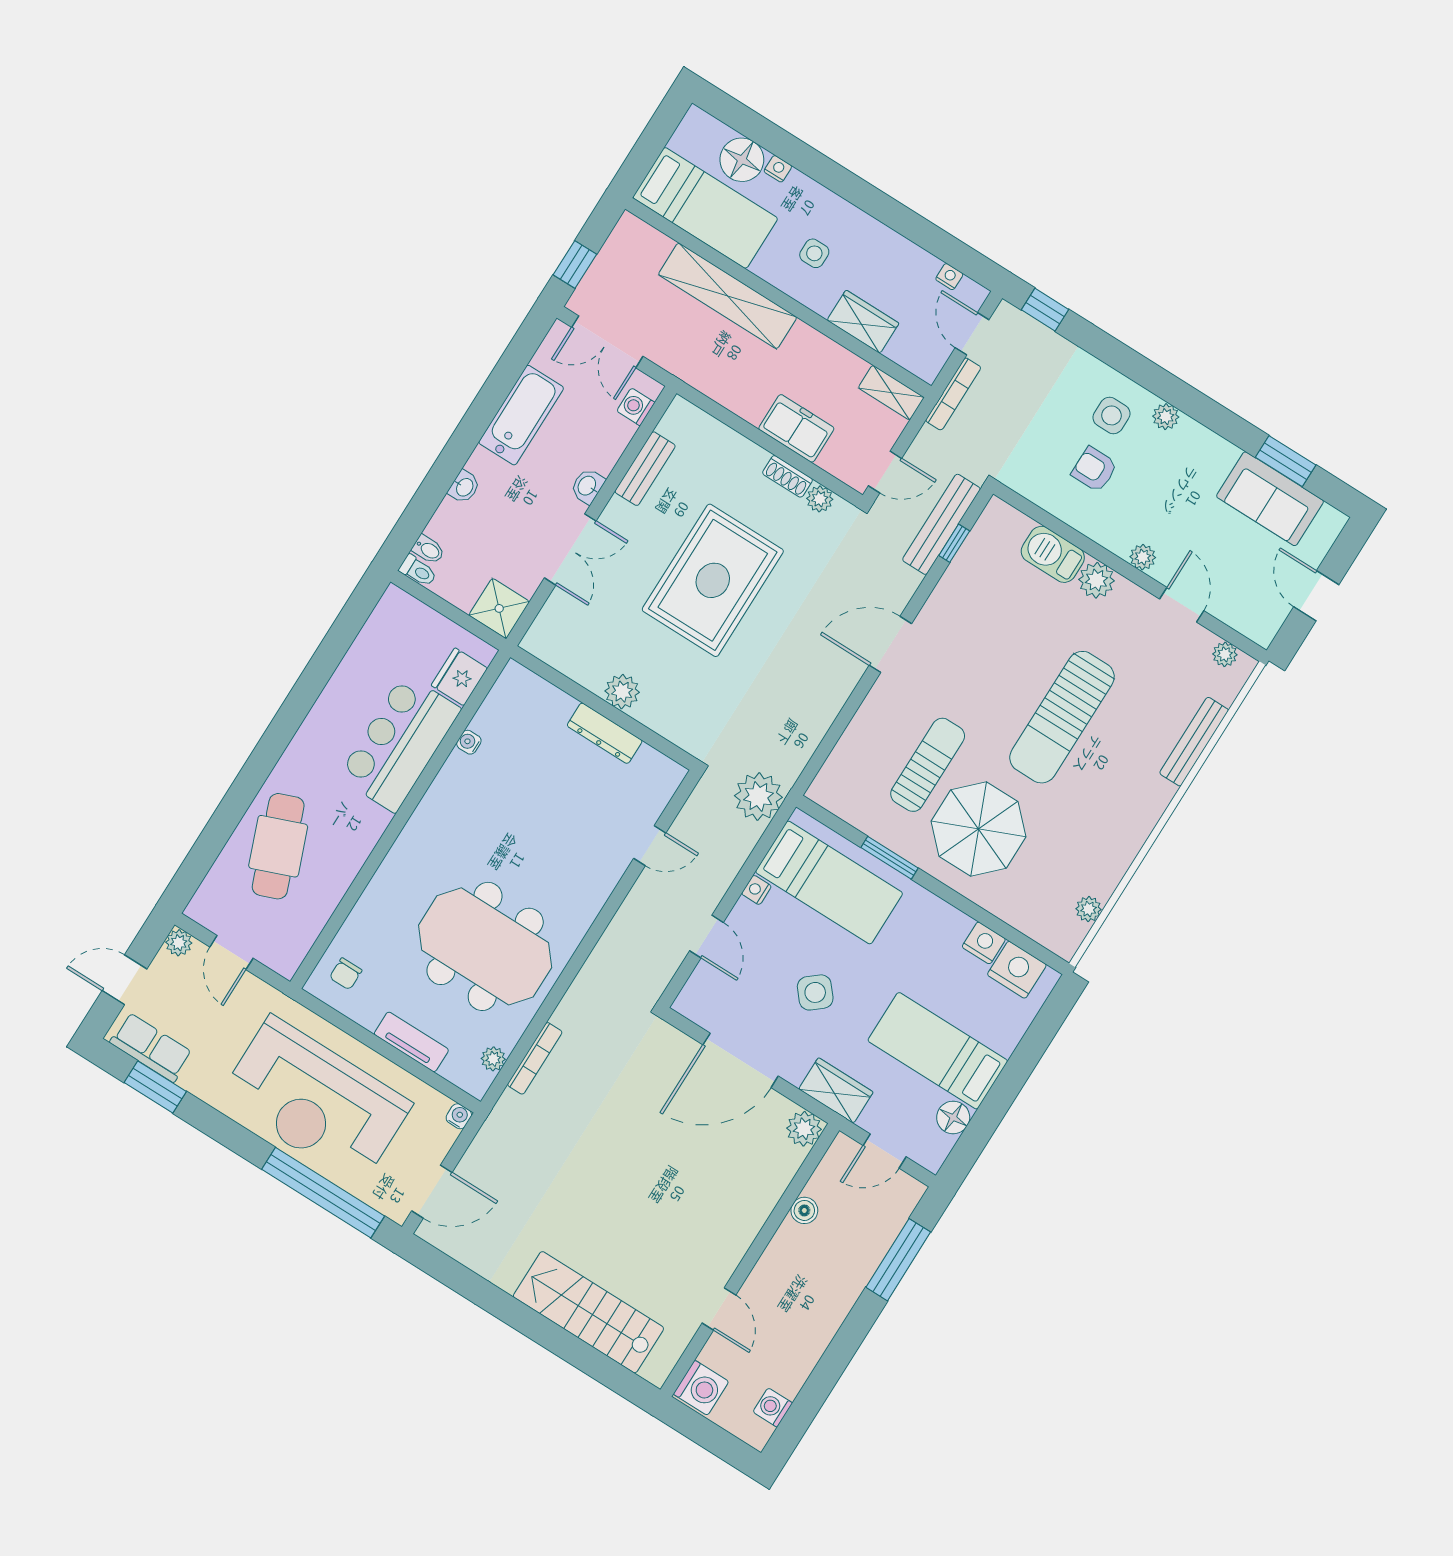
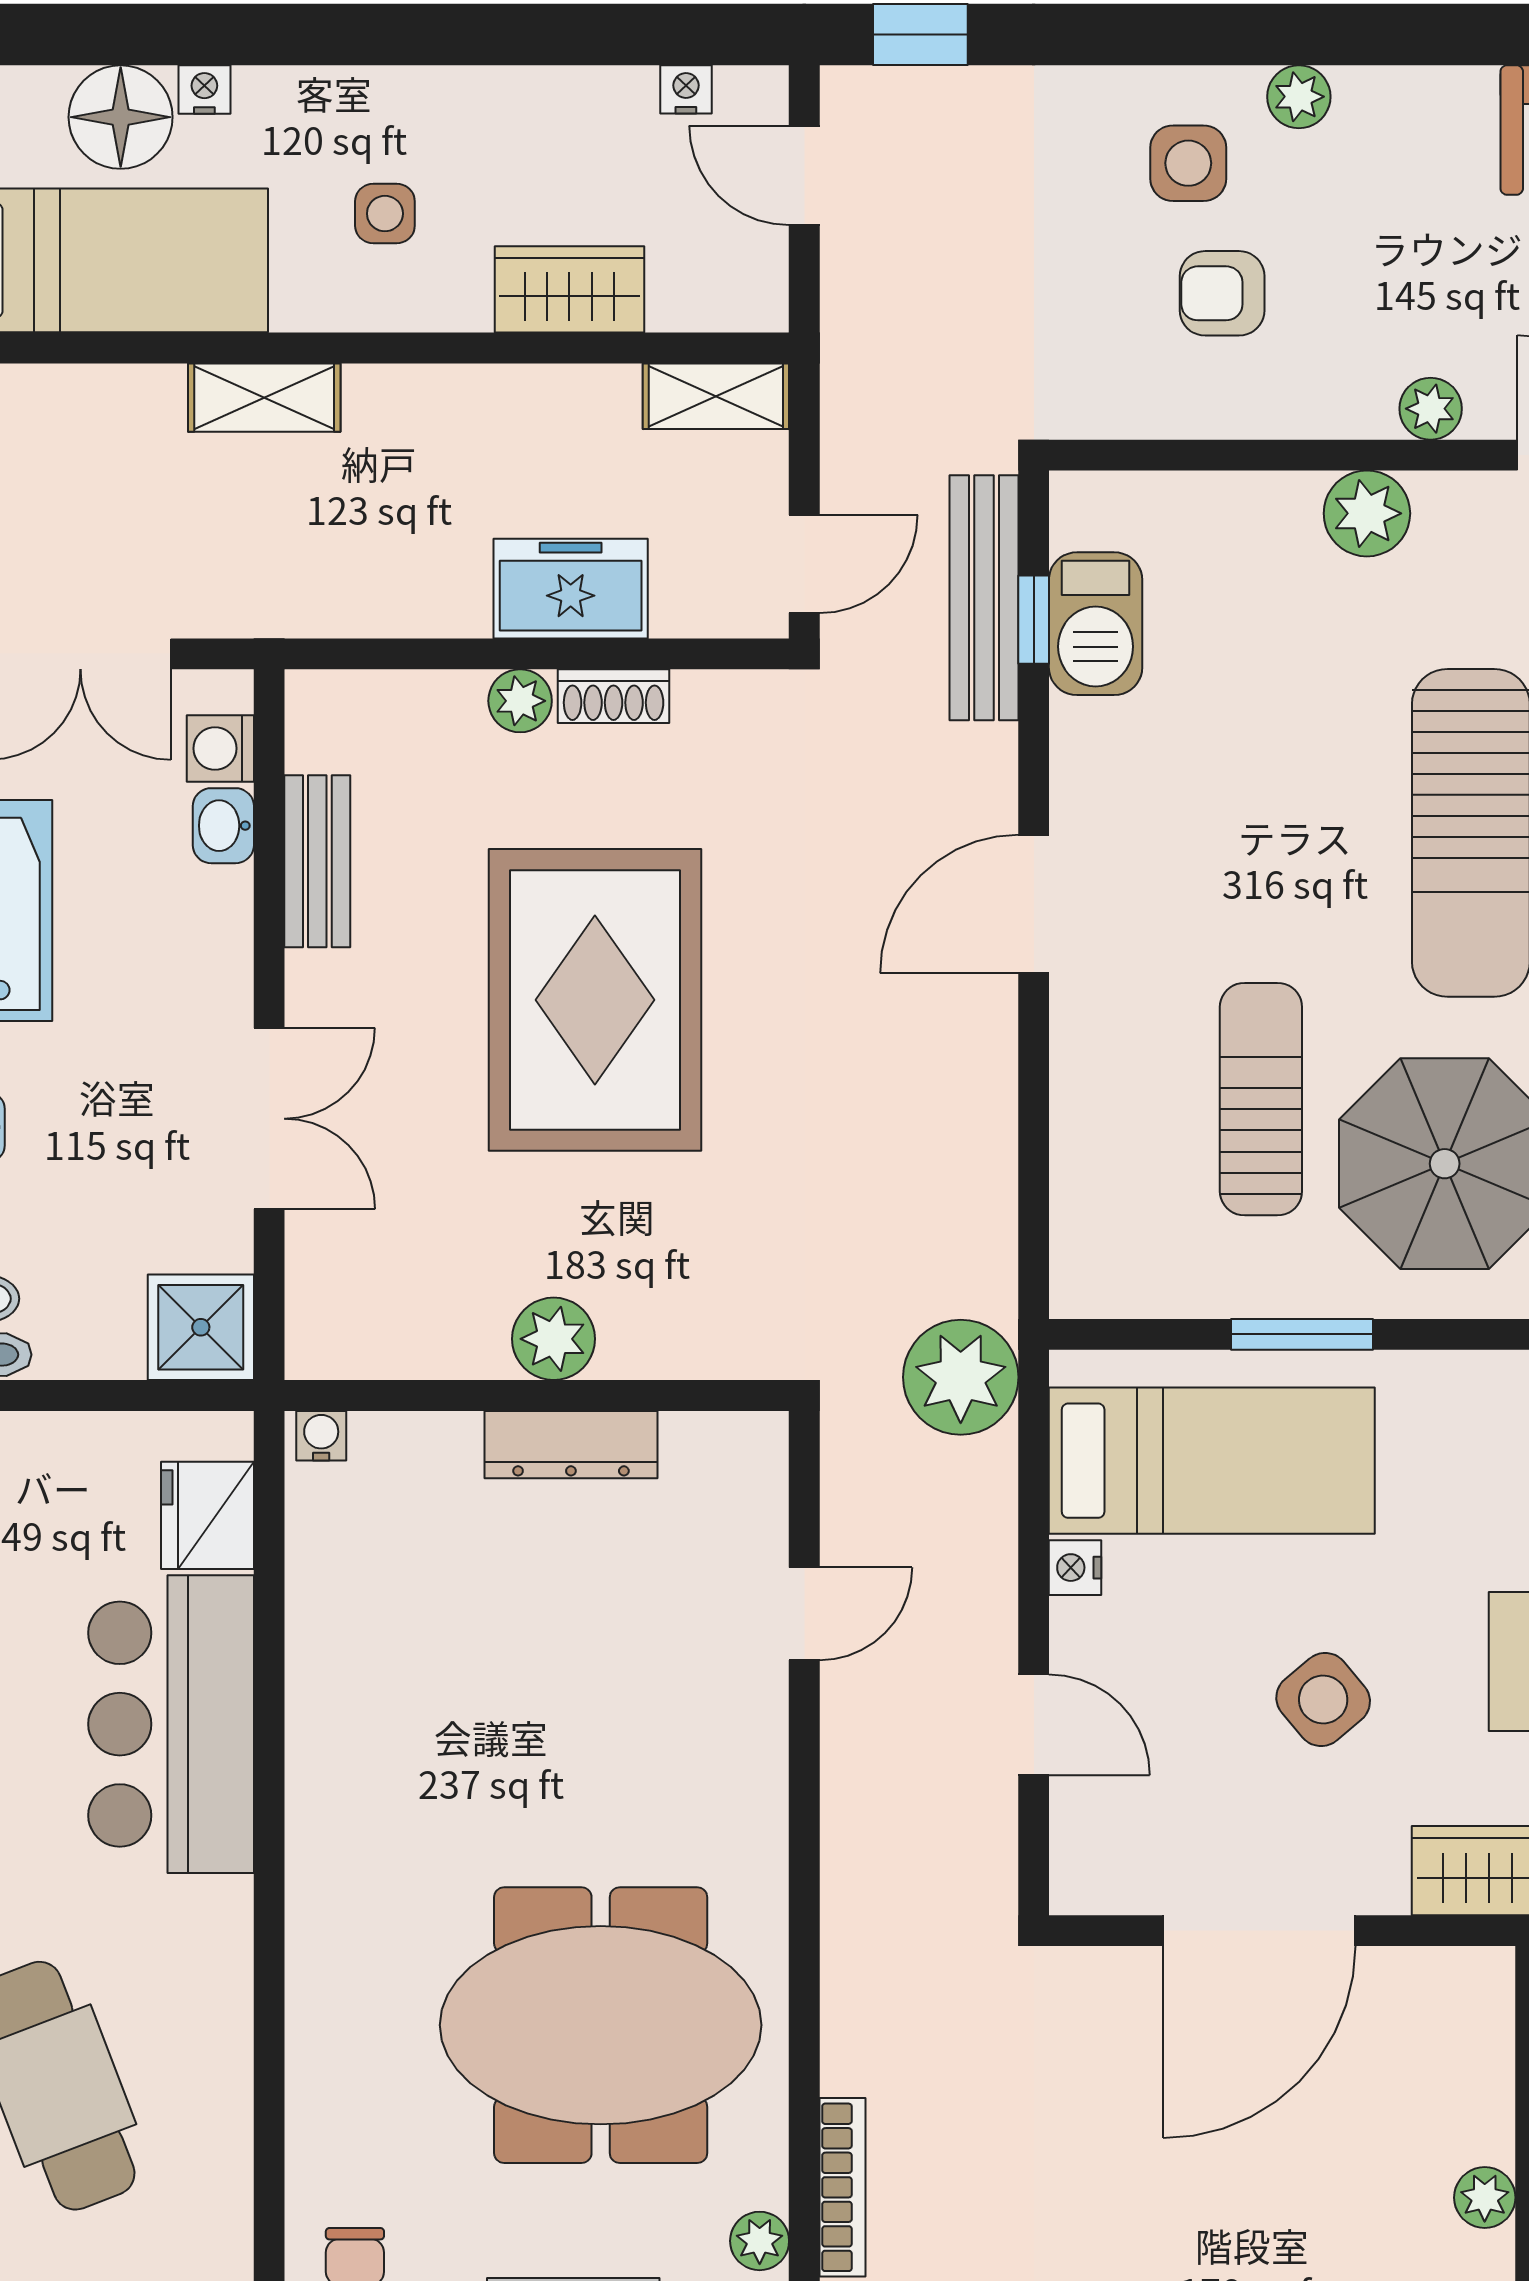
shelving: (728, 296) -> (264, 398), width x0.45, depth x0.75
bookcase: (953, 394) -> (843, 320), removed
washbasin: (587, 486) -> (223, 826), moved
plant: (820, 499) -> (520, 701), moved
barbecue: (1053, 554) -> (1096, 624), moved, turned -90
water cooler: (469, 742) -> (321, 1436), moved, turned 90
plant: (804, 1129) -> (1485, 2198), moved, width x0.73, depth x0.73

